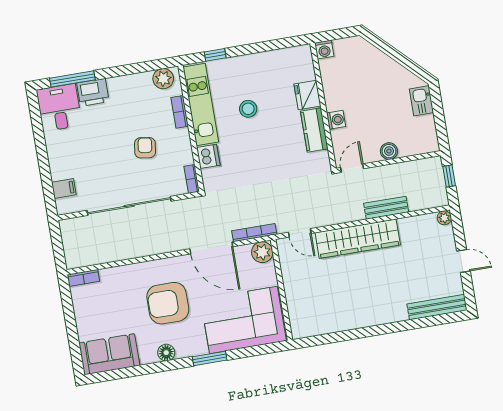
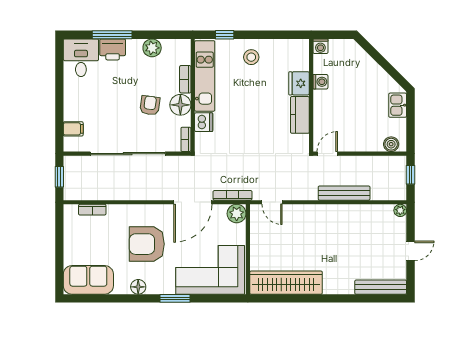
window: (72, 79) -> (112, 35), moved
plant: (163, 79) -> (152, 48), moved
stool: (248, 109) -> (251, 57), moved
washing machine: (336, 120) -> (320, 82), moved
floor lamp: (179, 141) -> (180, 105), added
boiler: (389, 151) -> (391, 144), moved
bench: (386, 208) -> (344, 193), width x1.36
wardrobe: (358, 239) -> (286, 283), moved, turned 180
window: (57, 245) -> (59, 177), added
door: (211, 248) -> (193, 202), hinge flipped
door: (463, 261) -> (410, 251), hinge flipped
bookcase: (83, 278) -> (92, 210), moved

